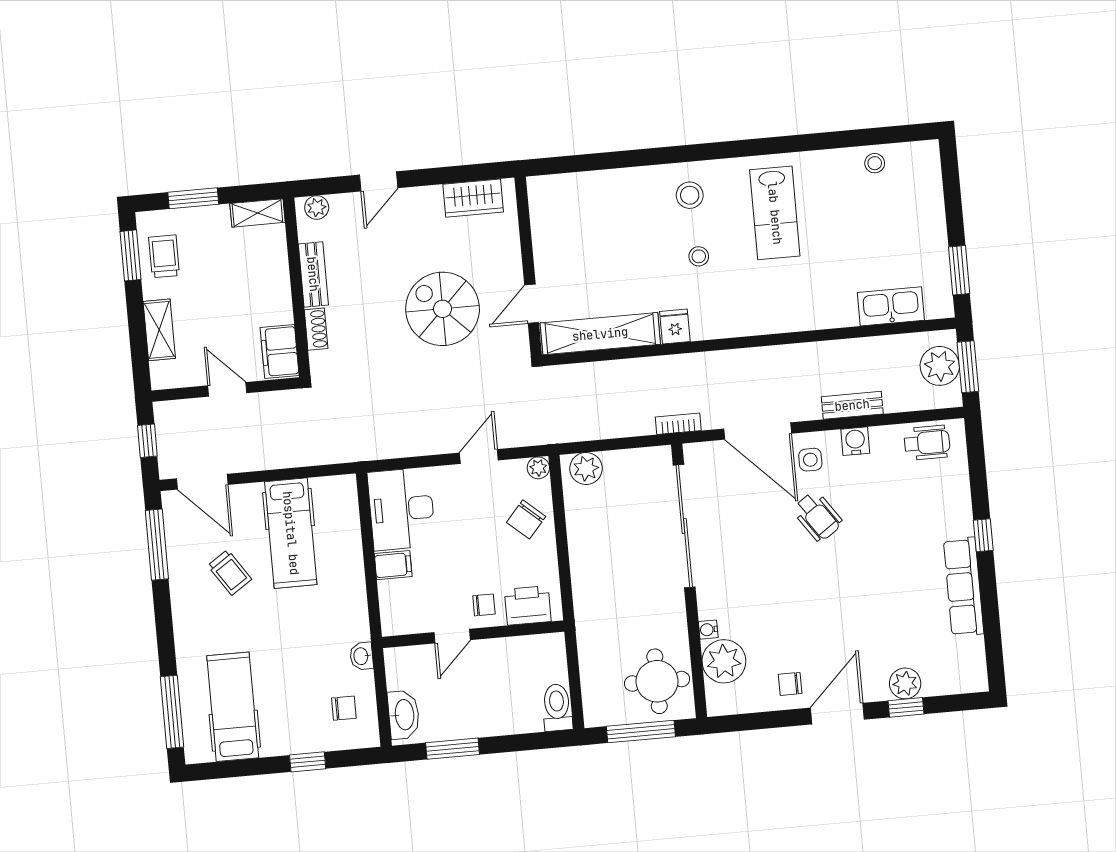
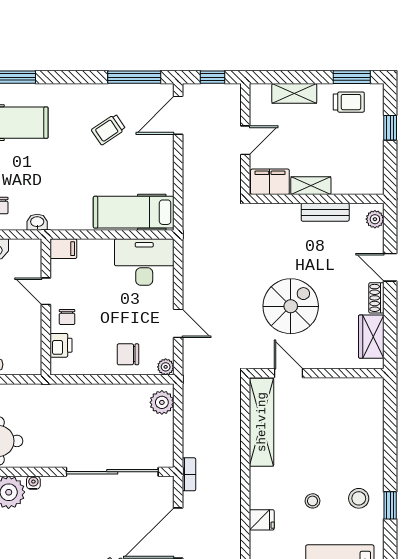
window: (695, 153) -> (390, 505), added
window: (193, 198) -> (390, 128), width x0.67
shelving: (257, 213) -> (311, 186), moved, turned 90
fridge: (675, 327) -> (262, 520), moved
shoe rack: (316, 329) -> (376, 298), moved, turned 90
chair: (526, 519) -> (128, 354), turned -41
hospital bed: (291, 533) -> (134, 212), moved
filing cabinet: (393, 565) -> (63, 249), moved, turned -90
printer: (528, 605) -> (61, 345), width x0.73, depth x0.81

